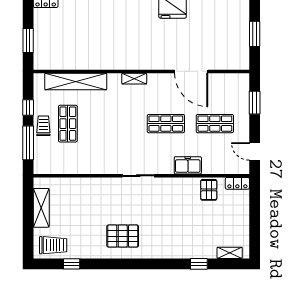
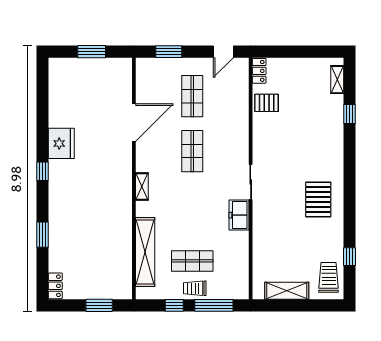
freezer: (188, 165) -> (239, 215), moved

